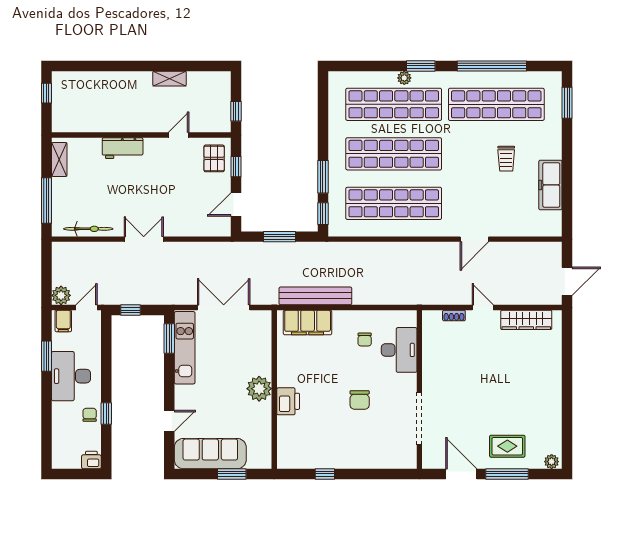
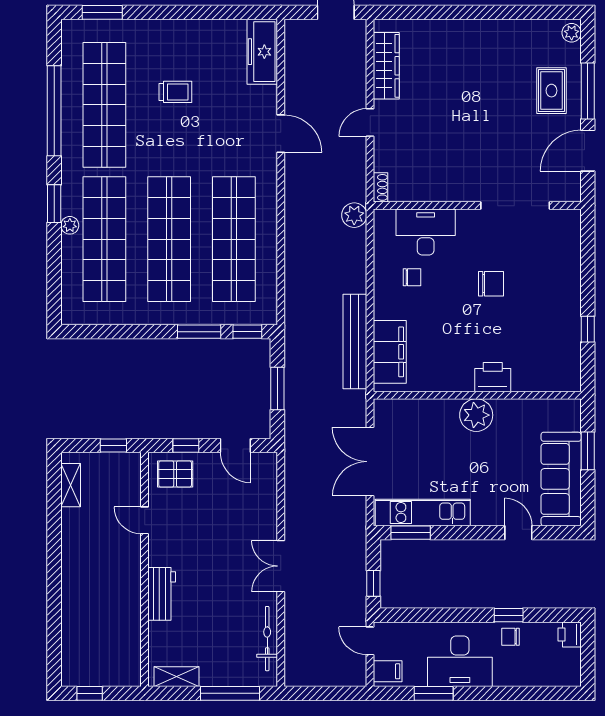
shelving: (170, 79) -> (71, 485), moved
freezer: (550, 185) -> (262, 52), moved, turned 90
plant: (61, 295) -> (354, 215), moved
shoe rack: (454, 316) -> (381, 187), moved

